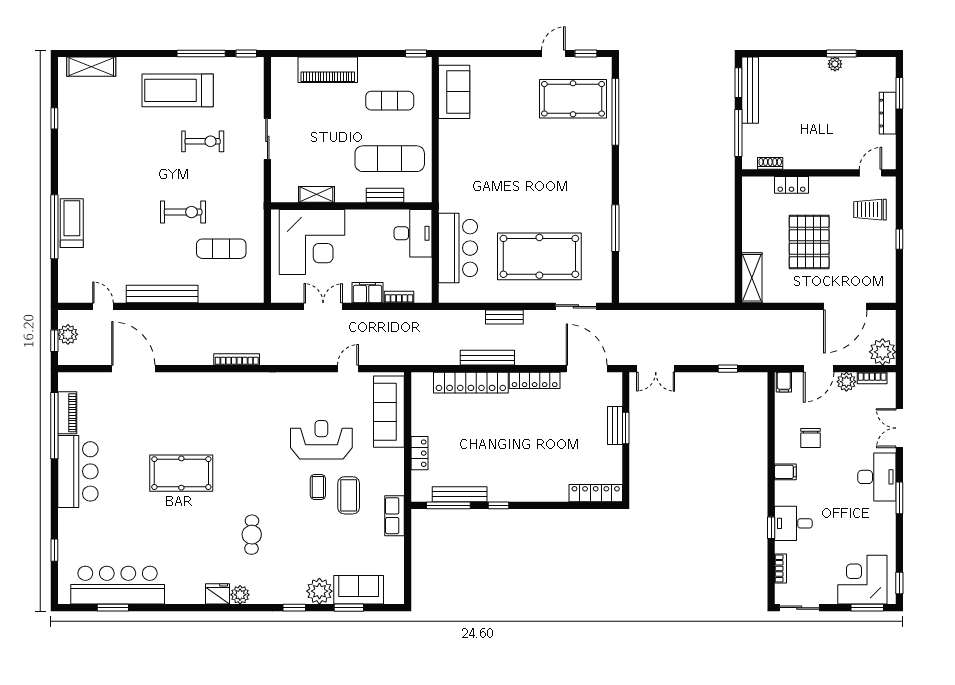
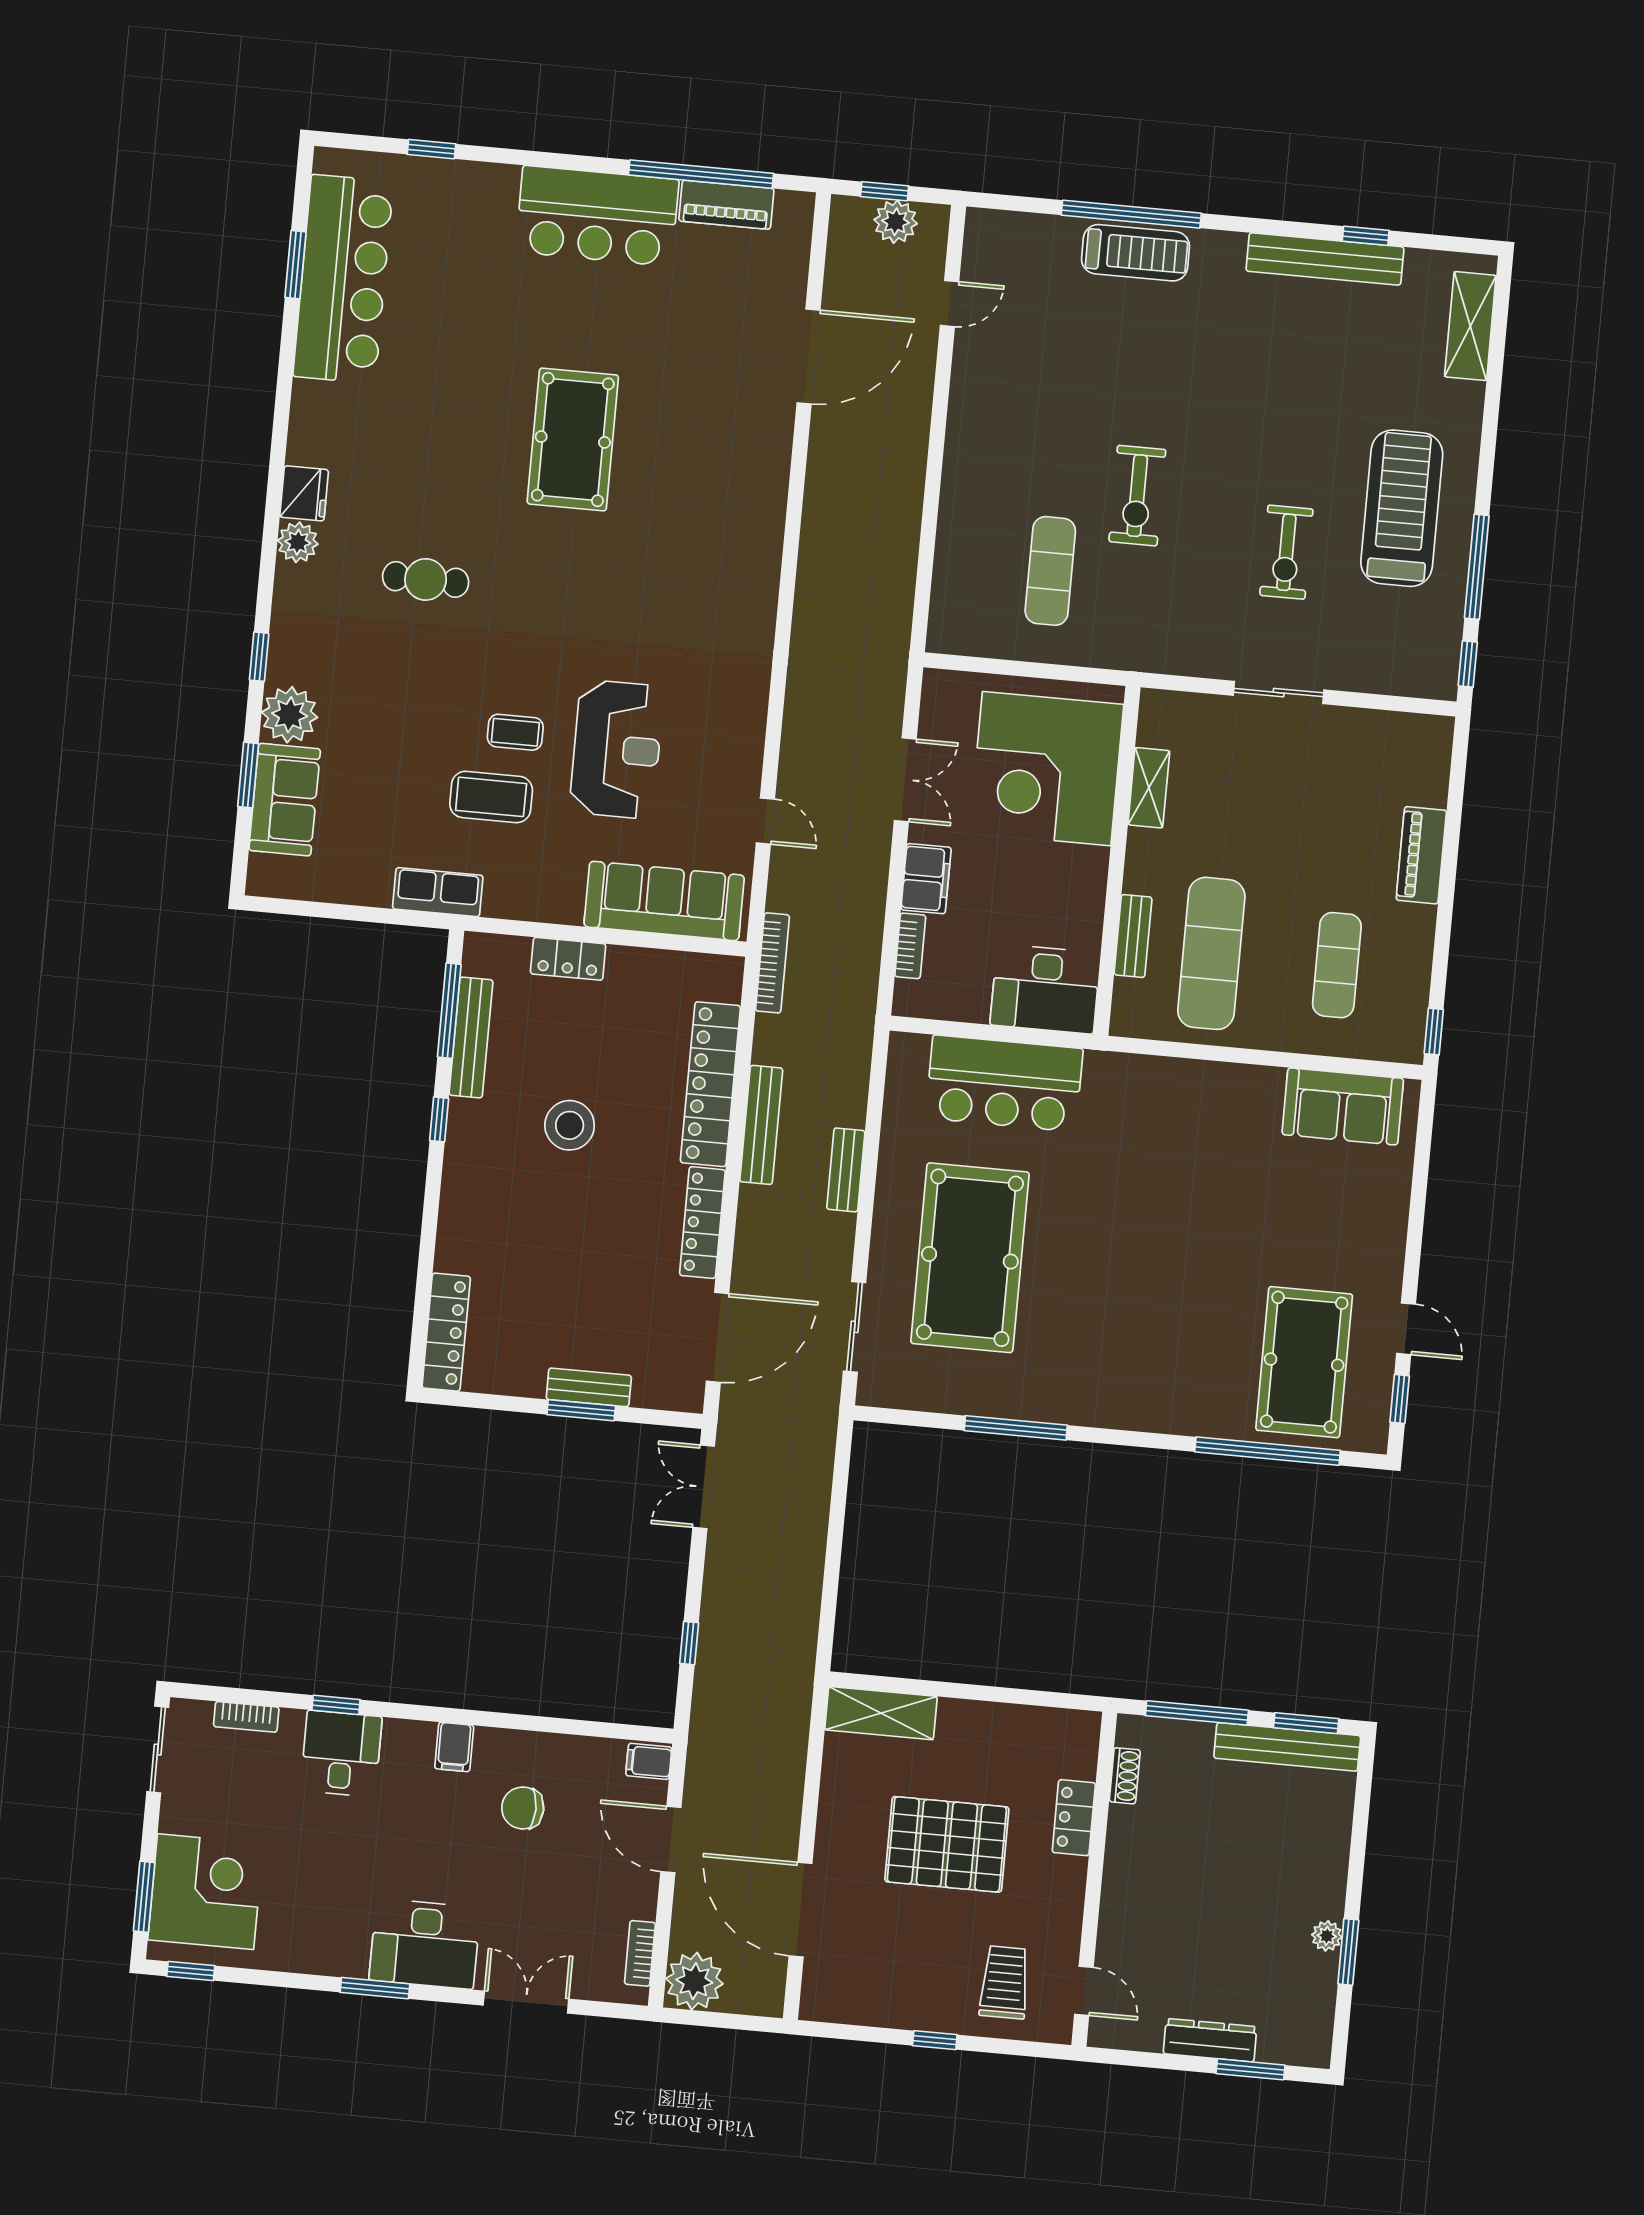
piano: (328, 70) -> (1421, 855), width x0.73, depth x0.75
bench: (162, 294) -> (1325, 259), moved, turned 90
bookcase: (237, 359) -> (772, 963), moved
plant: (846, 382) -> (637, 1897), removed
stool: (496, 445) -> (570, 1125), added

